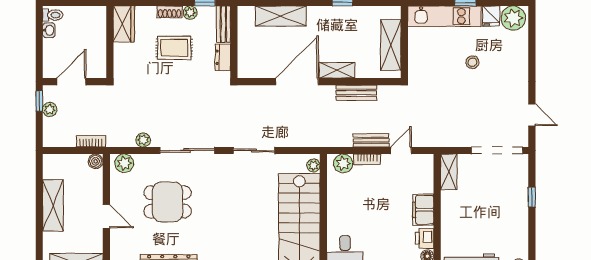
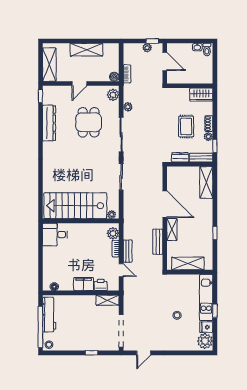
shelving: (281, 16) -> (206, 182), moved
printer: (425, 238) -> (101, 285), moved

